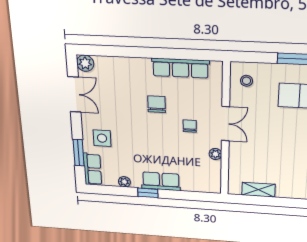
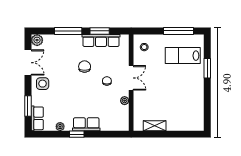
window: (131, 52) -> (68, 31), added
window: (178, 54) -> (100, 31), added
side table: (102, 138) -> (43, 84), moved

